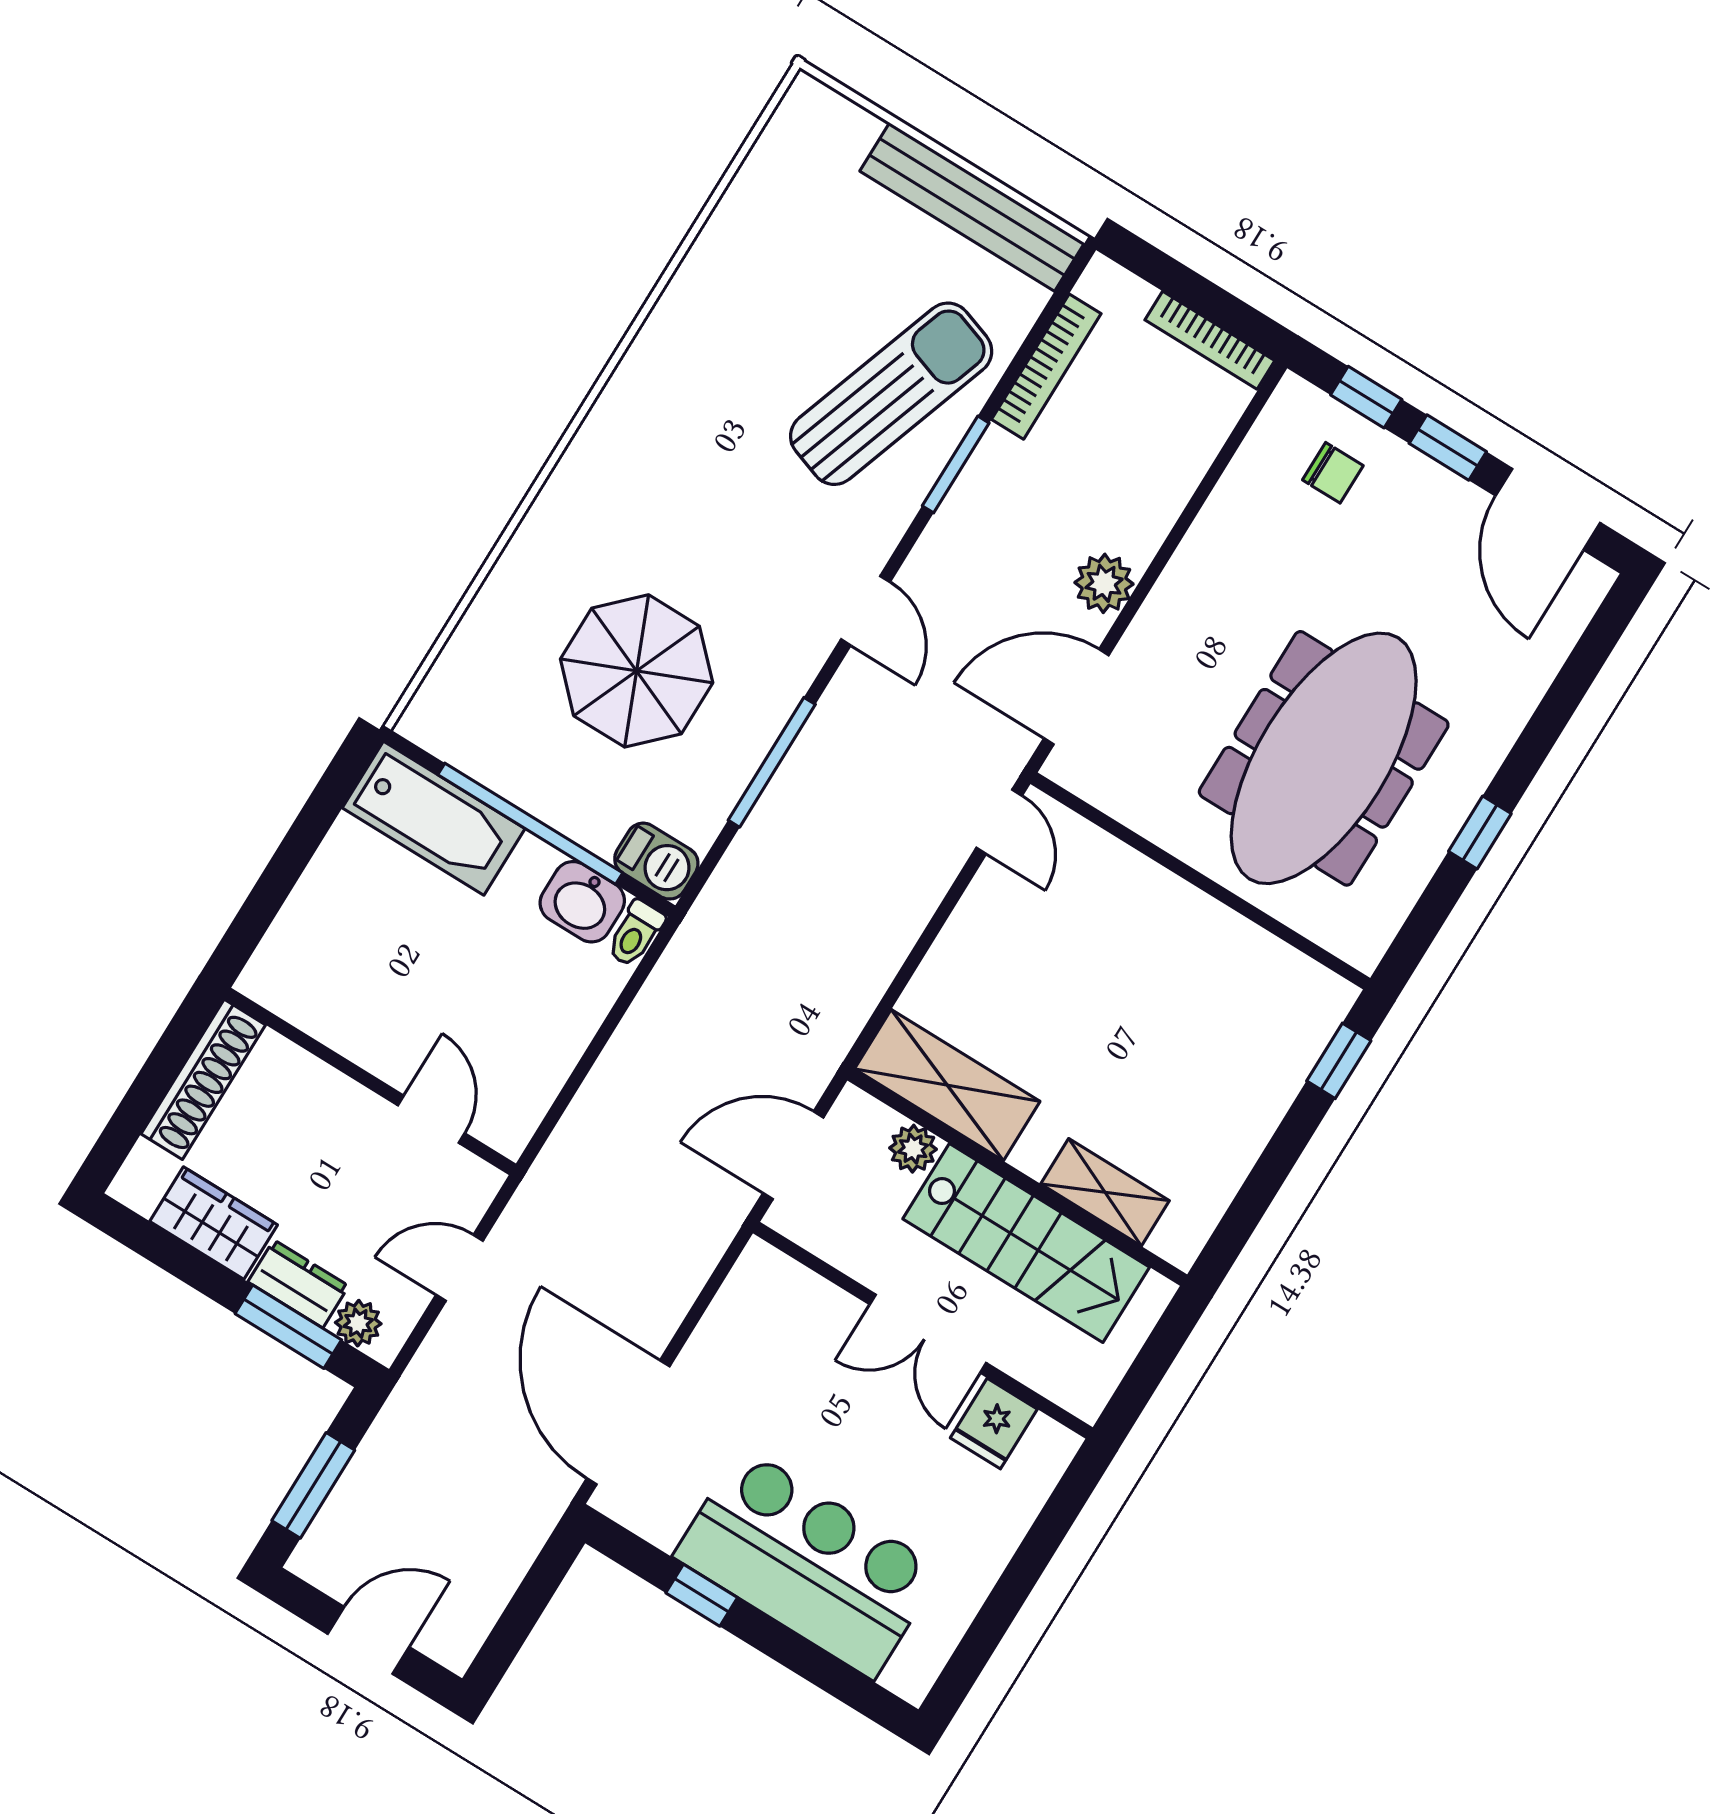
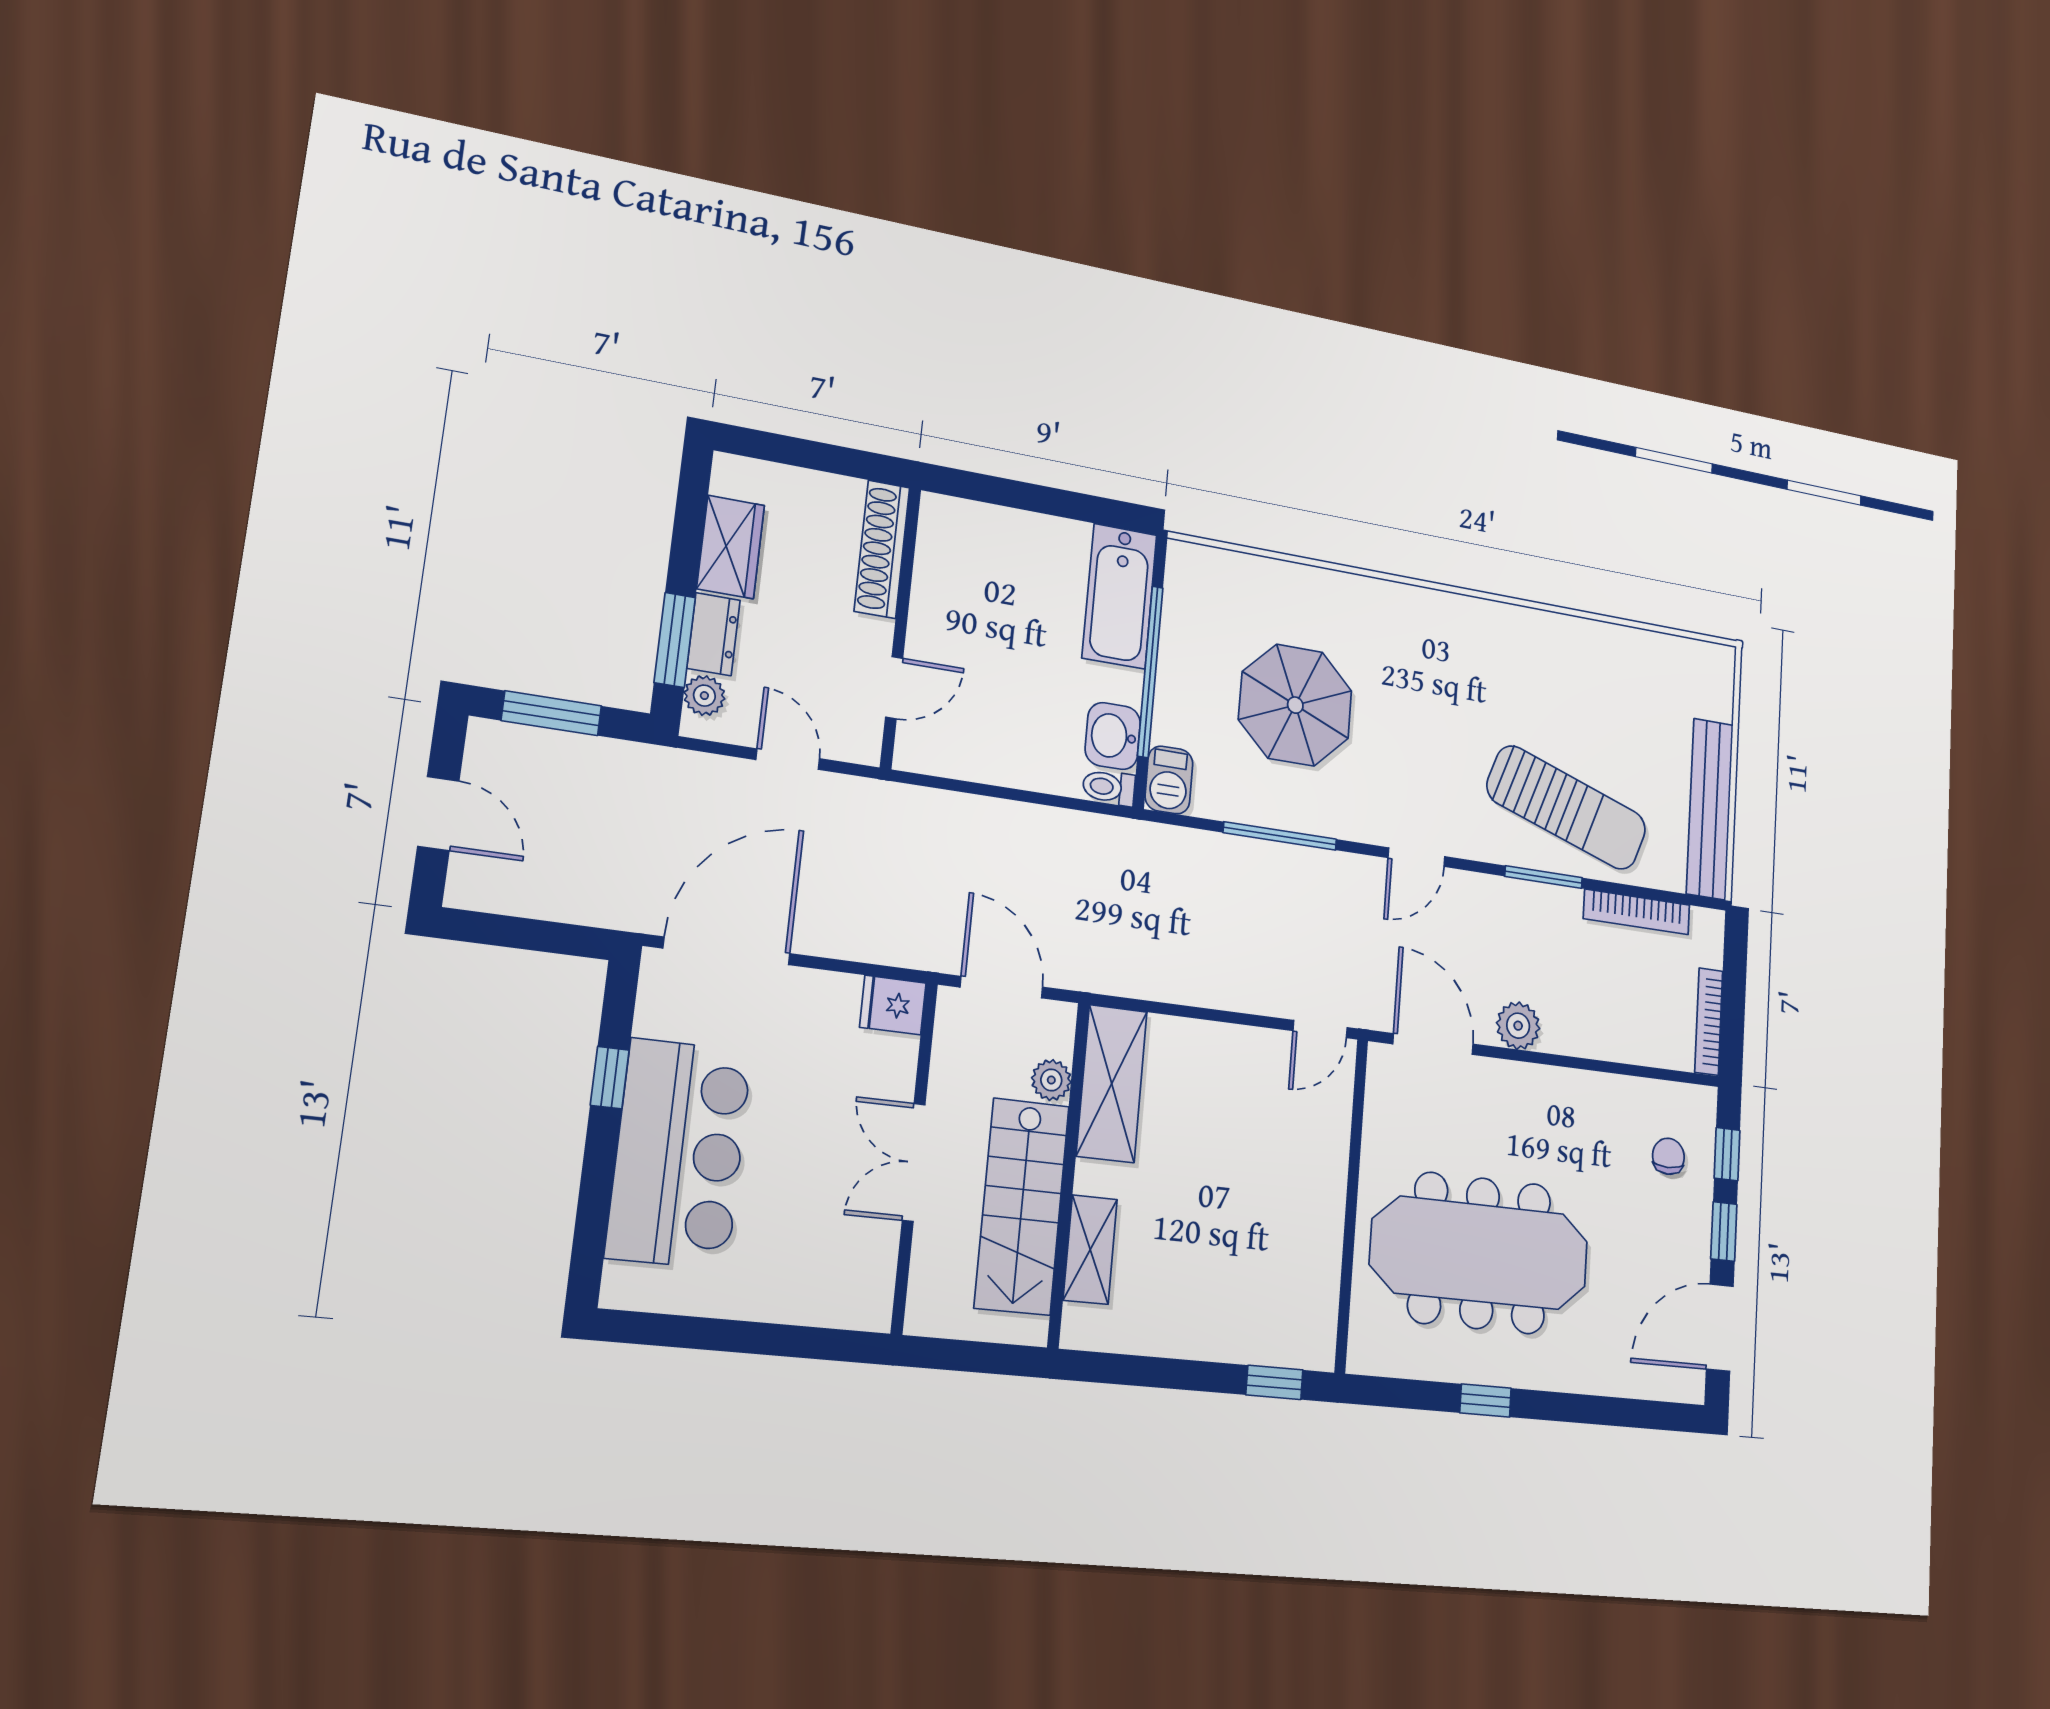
chair: (1333, 473) -> (1668, 1156), turned 180
shoe rack: (203, 1079) -> (882, 549), moved, turned 90
fridge: (994, 1424) -> (893, 1005), moved

